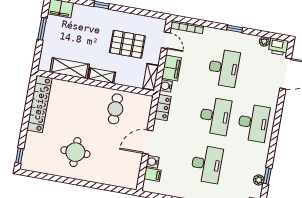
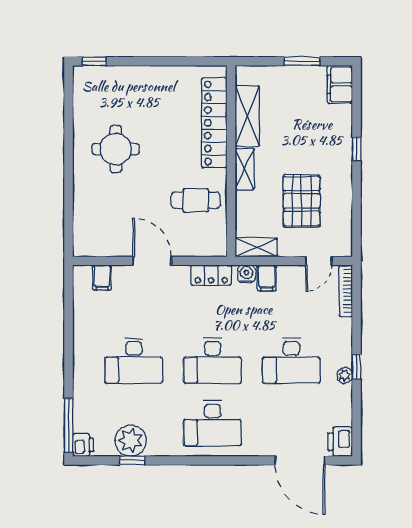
plant: (264, 41) -> (345, 375), moved
filing cabinet: (172, 68) -> (267, 278), width x0.50
locker: (39, 104) -> (214, 123), moved, turned 90
water cooler: (152, 162) -> (122, 274), removed
plant: (259, 180) -> (131, 441), width x1.87, depth x1.87

